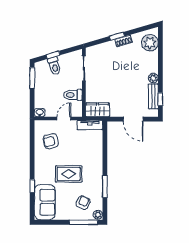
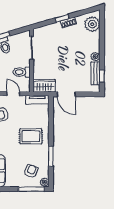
door: (64, 118) -> (13, 94), hinge flipped
door: (133, 119) -> (66, 94), moved
rug: (69, 174) -> (31, 136), moved

